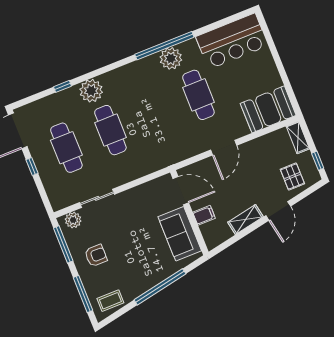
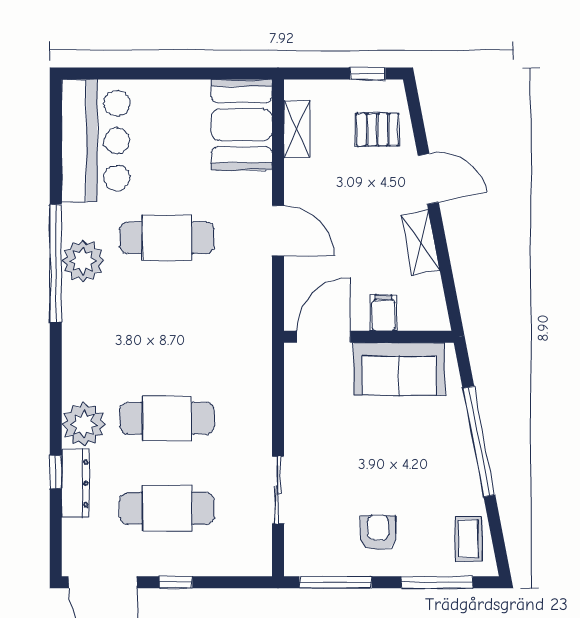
dresser: (61, 98) -> (75, 483), added
shelving: (298, 137) -> (297, 129), moved, turned 90
plant: (73, 220) -> (299, 548), removed

